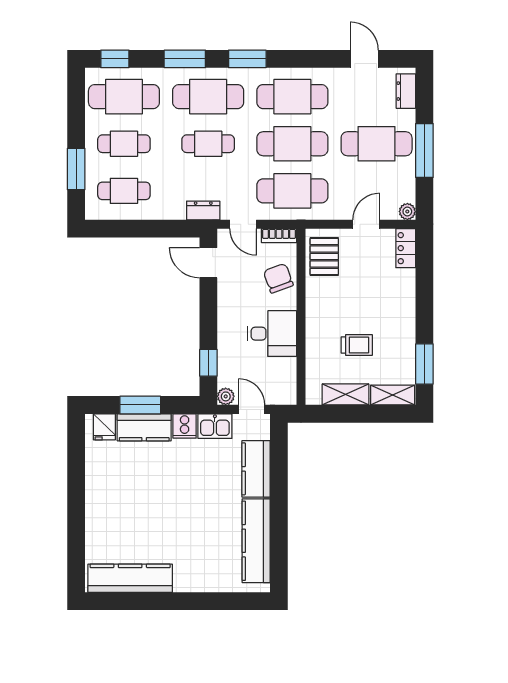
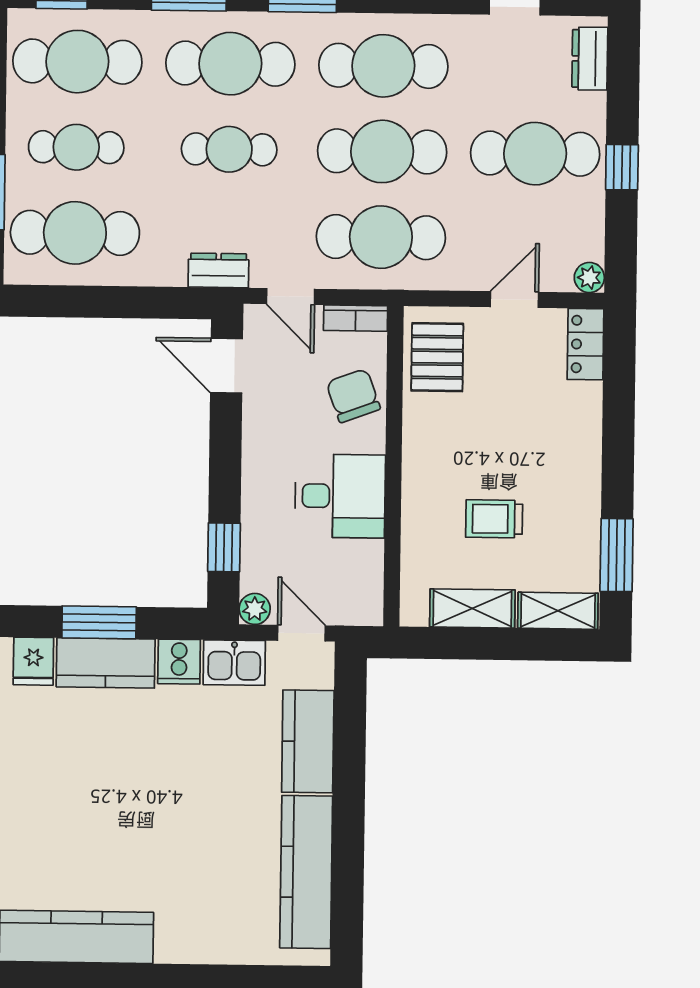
window: (424, 151) -> (622, 167), width x0.46
cafe table: (124, 191) -> (75, 233), width x1.37, depth x1.35
trolley: (357, 345) -> (494, 519), turned 180

